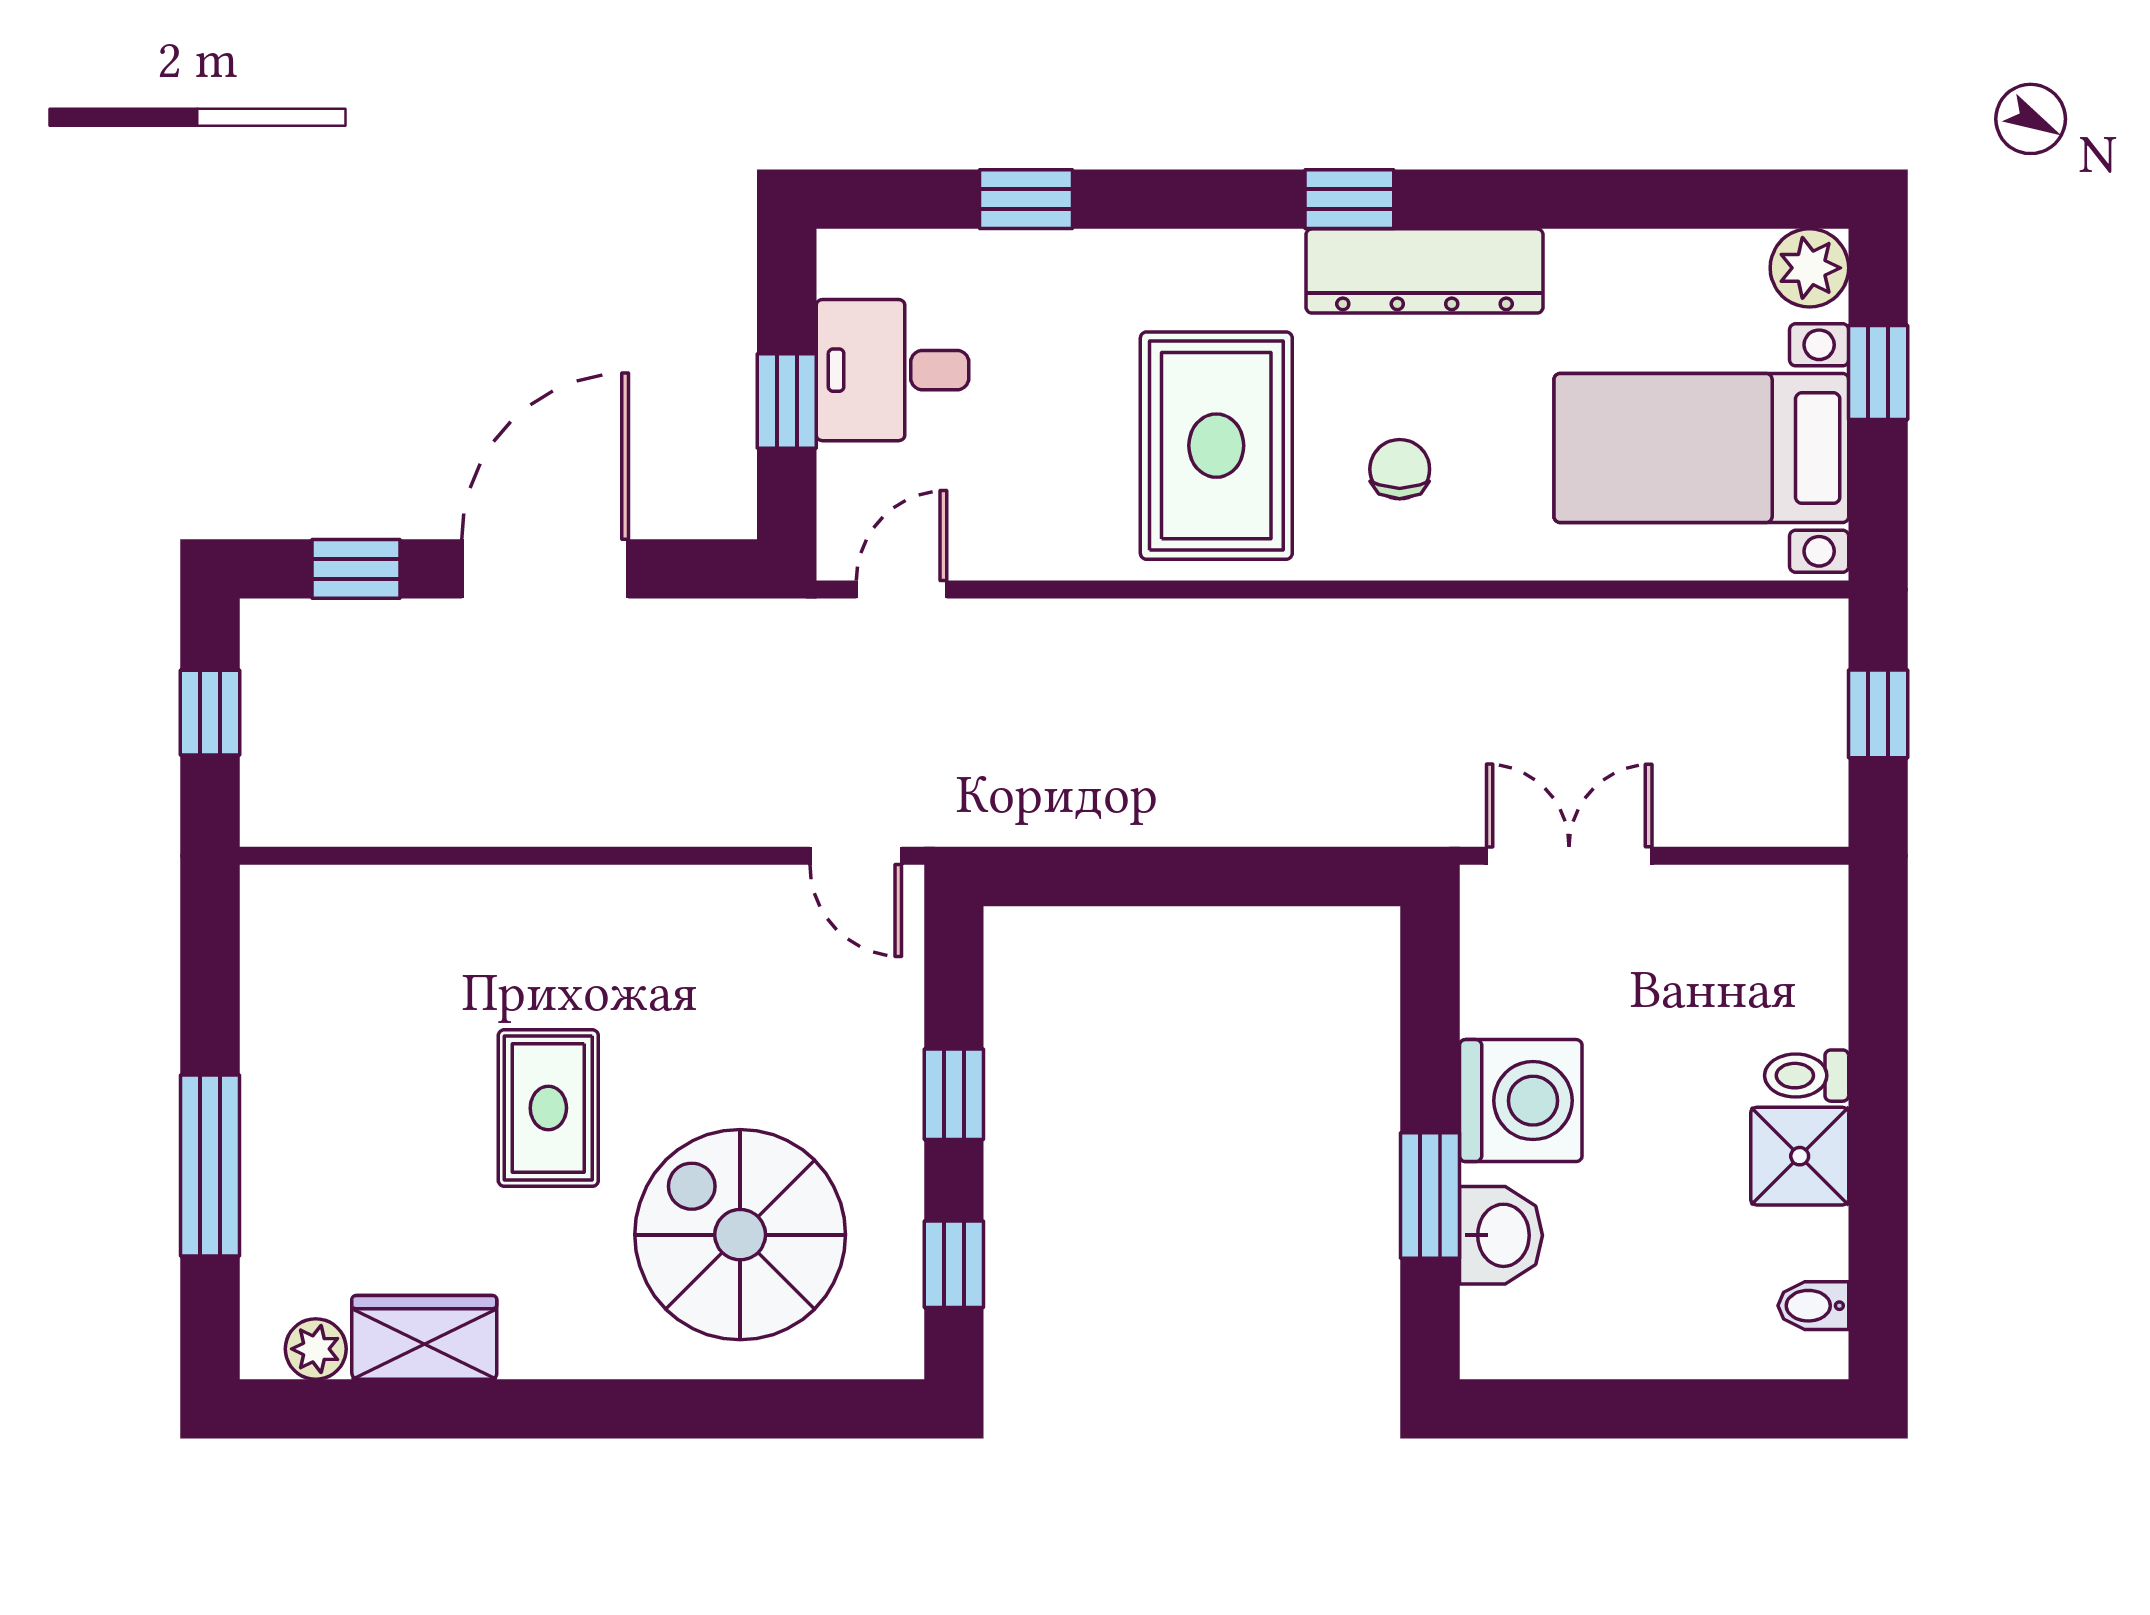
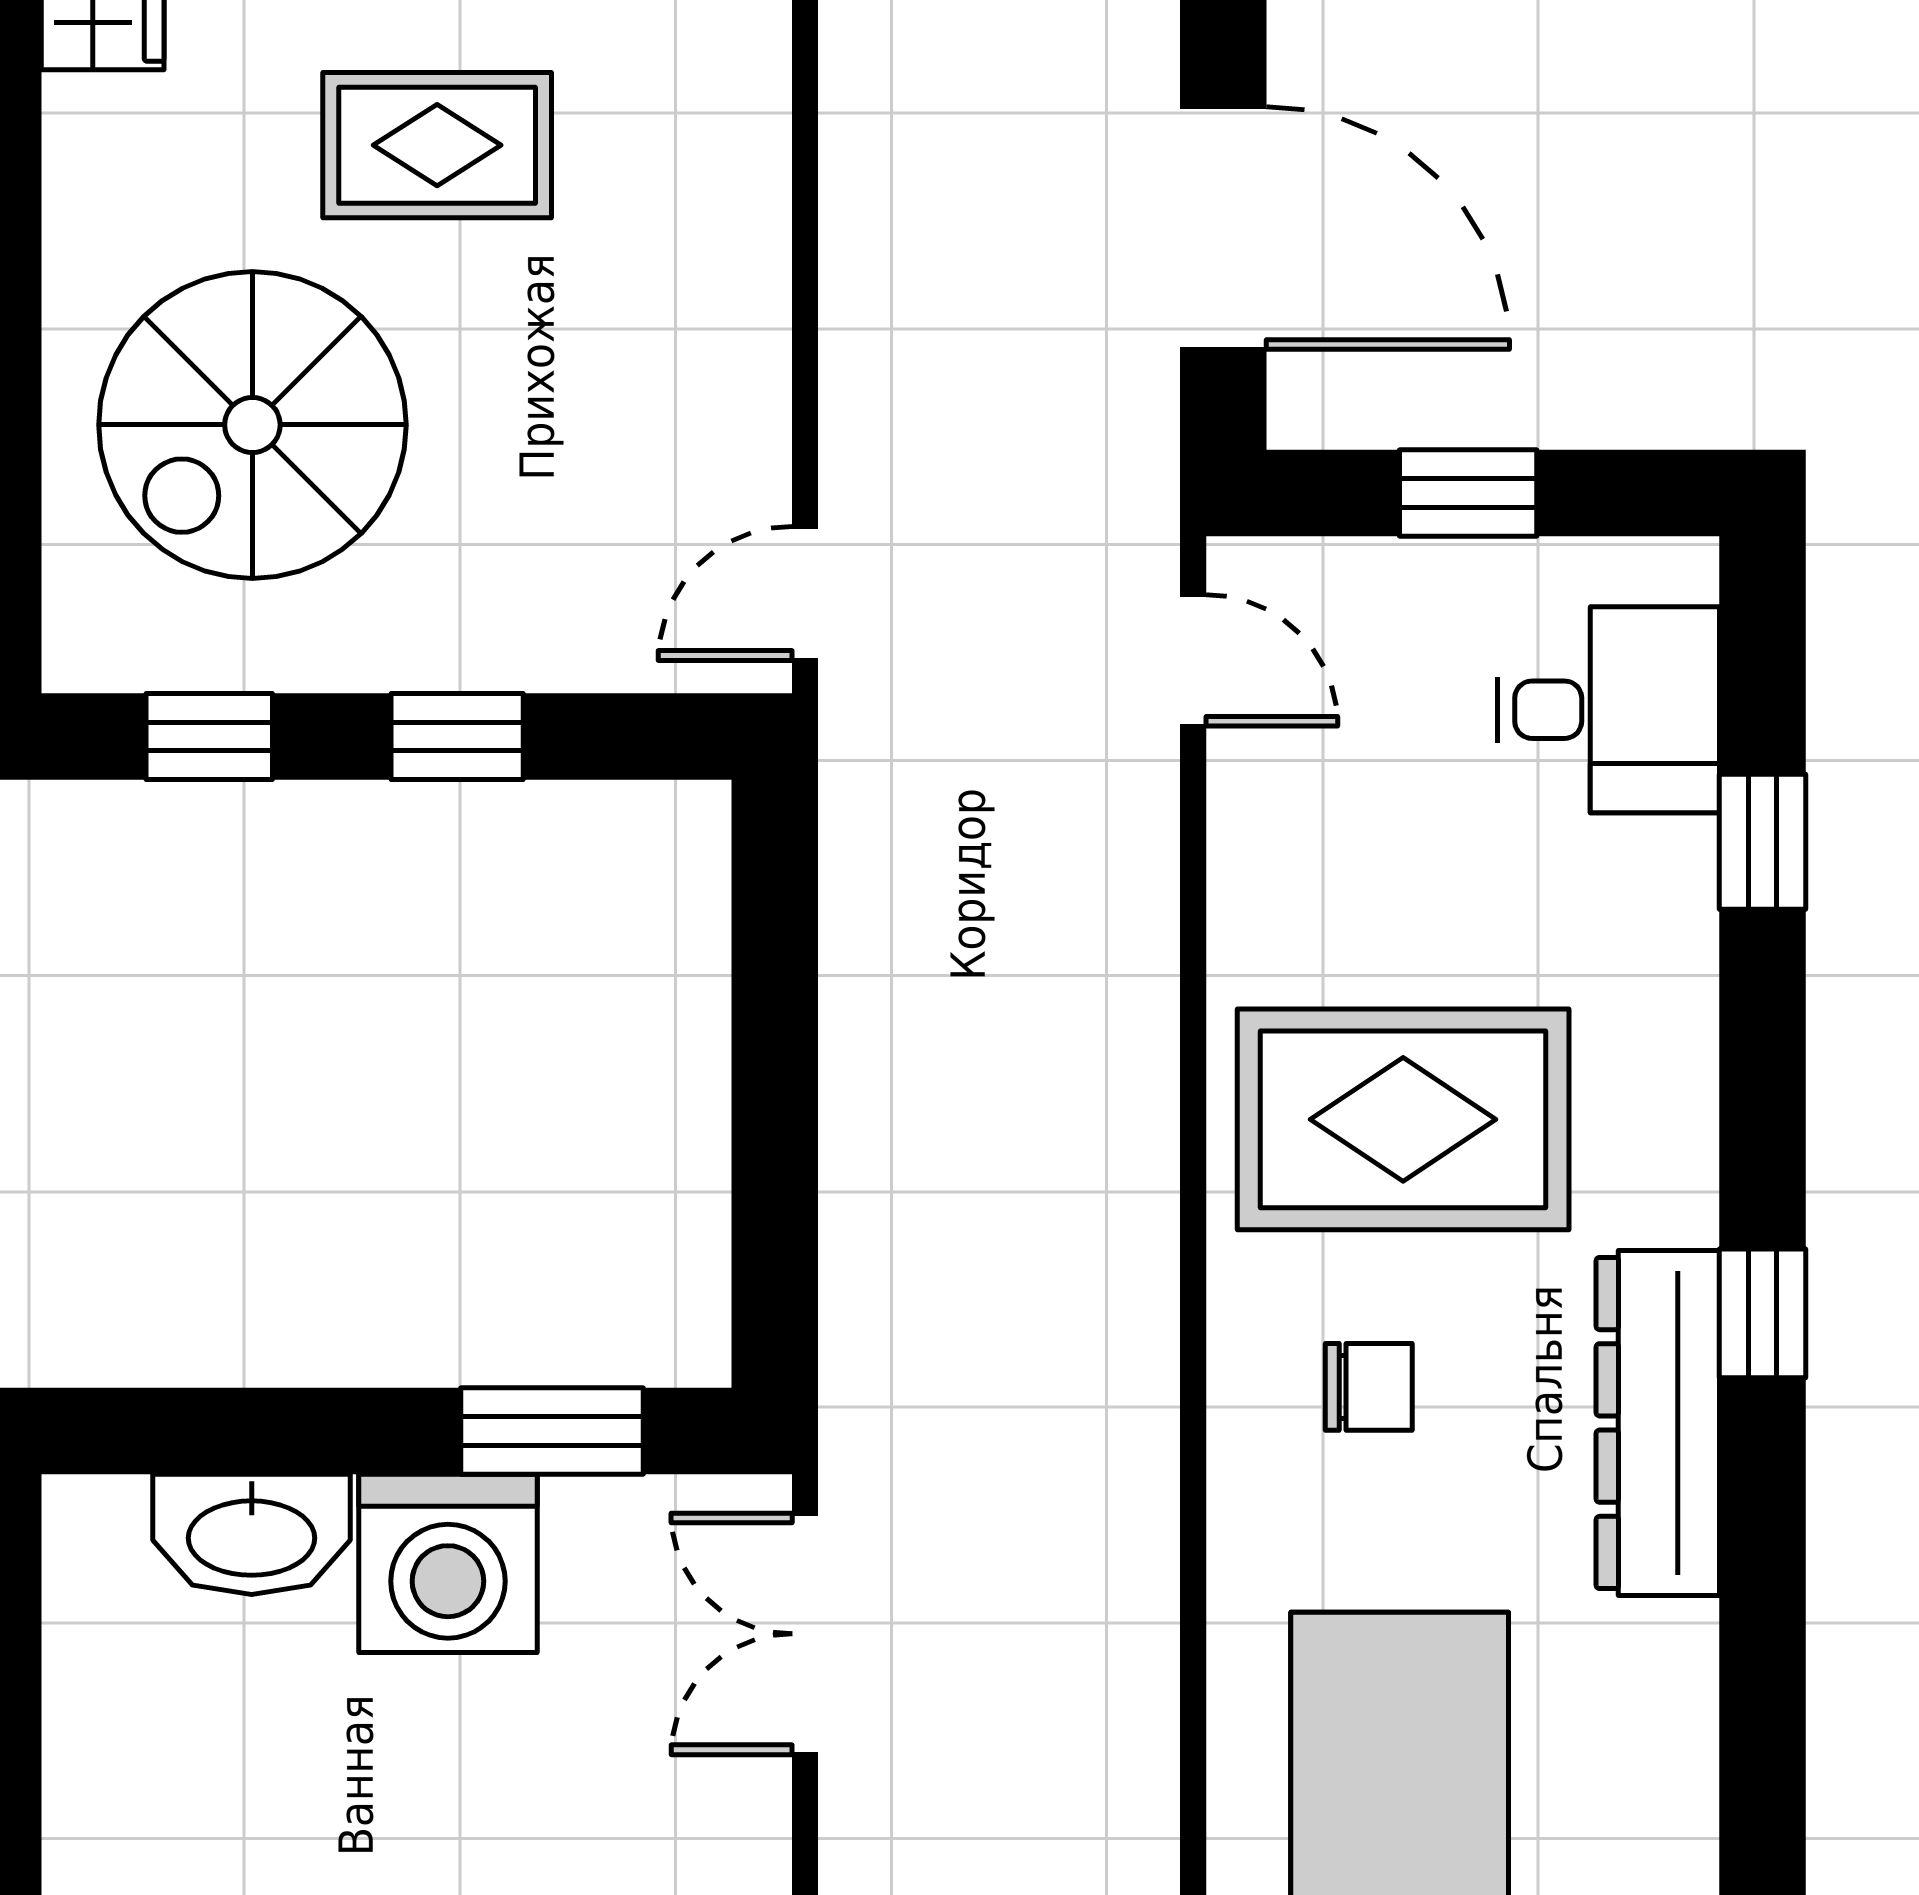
desk: (893, 370) -> (1608, 710), moved, turned 90
door: (545, 569) -> (1223, 228), moved
double door: (1569, 856) -> (805, 1634), swing flipped
window: (1430, 1195) -> (552, 1431), moved
spiral stairs: (740, 1235) -> (252, 425), turned 180
washbasin: (1501, 1235) -> (252, 1534), width x1.38

